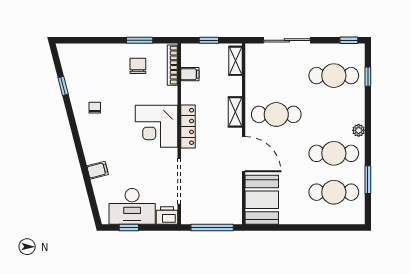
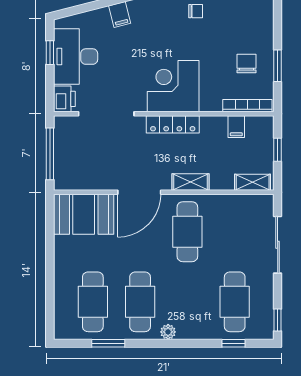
chair: (138, 66) -> (247, 64), turned -90

